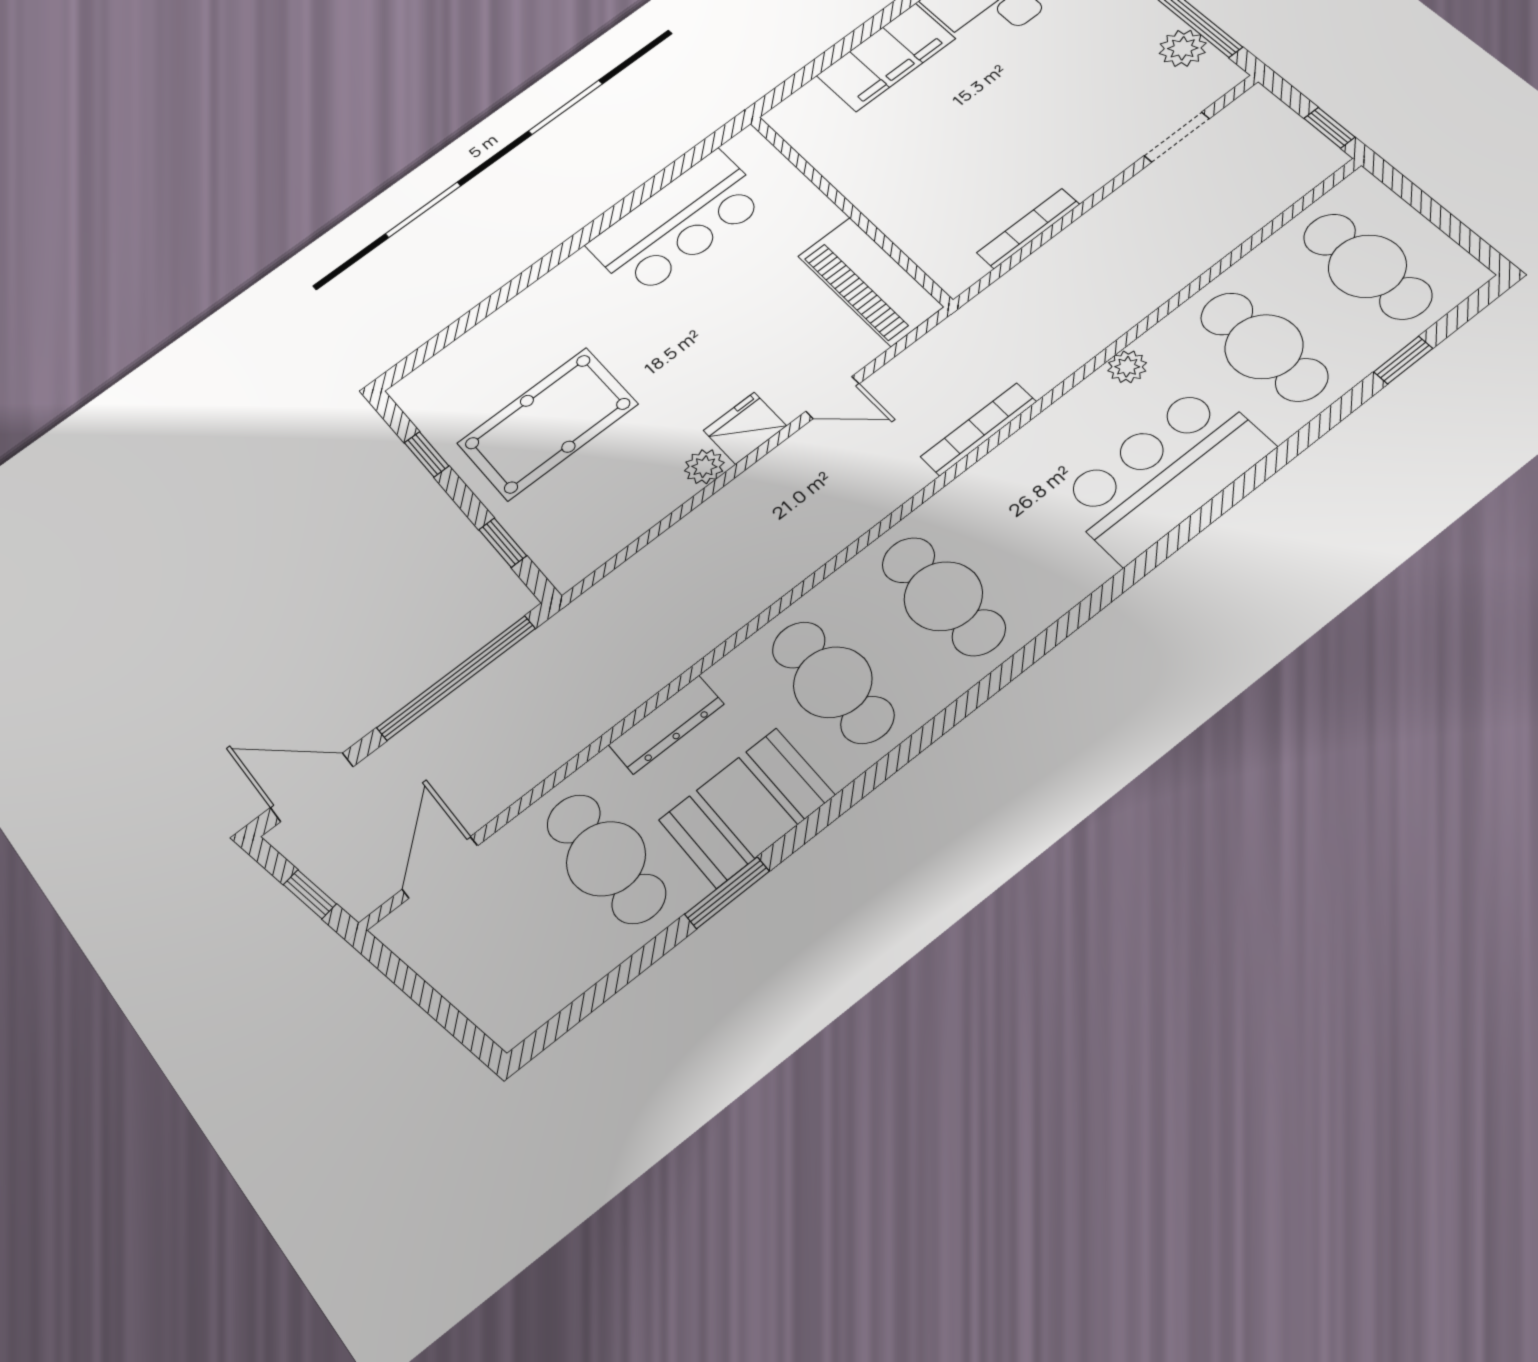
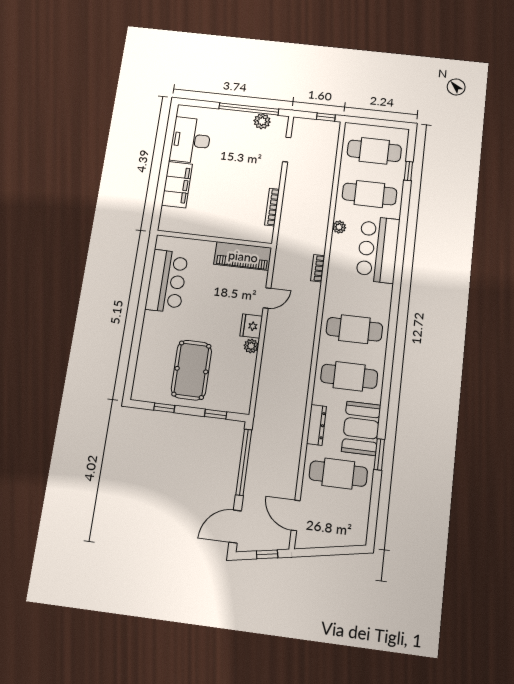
bookcase: (978, 429) -> (318, 268), width x0.64

